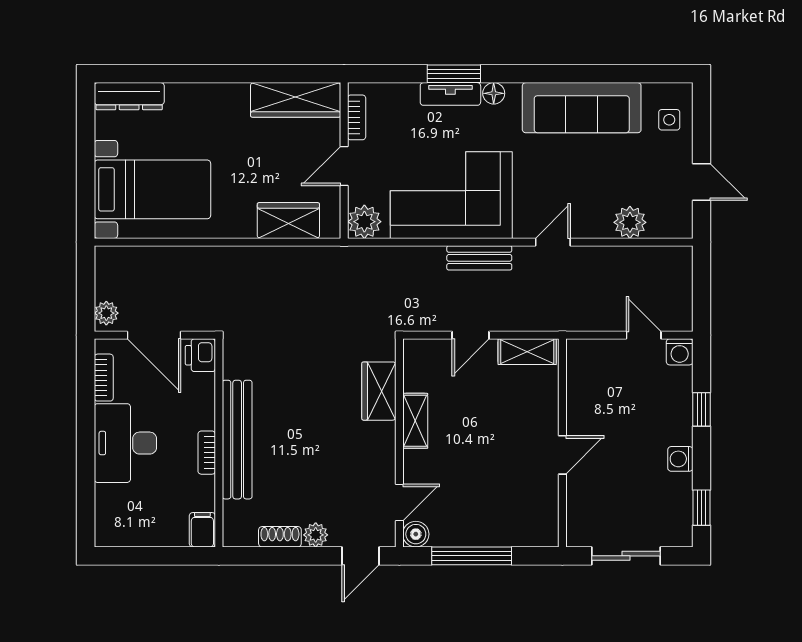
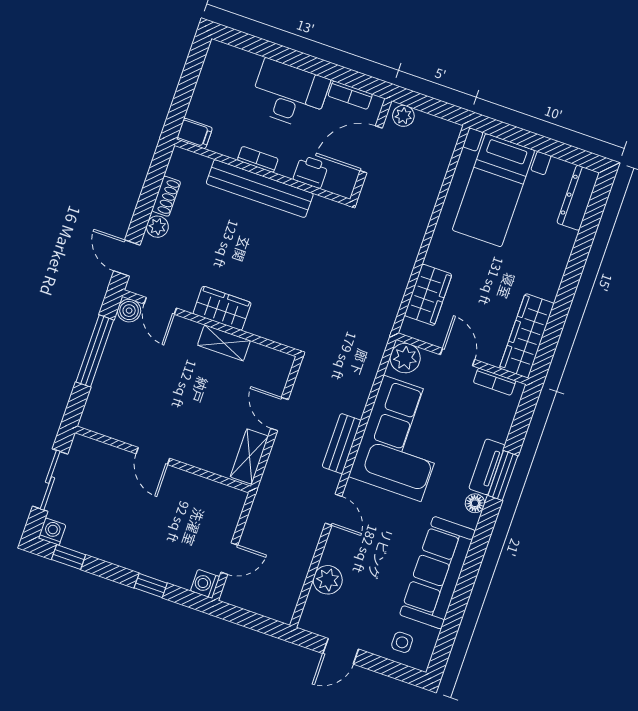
printer: (200, 355) -> (311, 172), moved
wardrobe: (379, 391) -> (222, 308), moved
washing machine: (680, 459) -> (52, 532), moved

